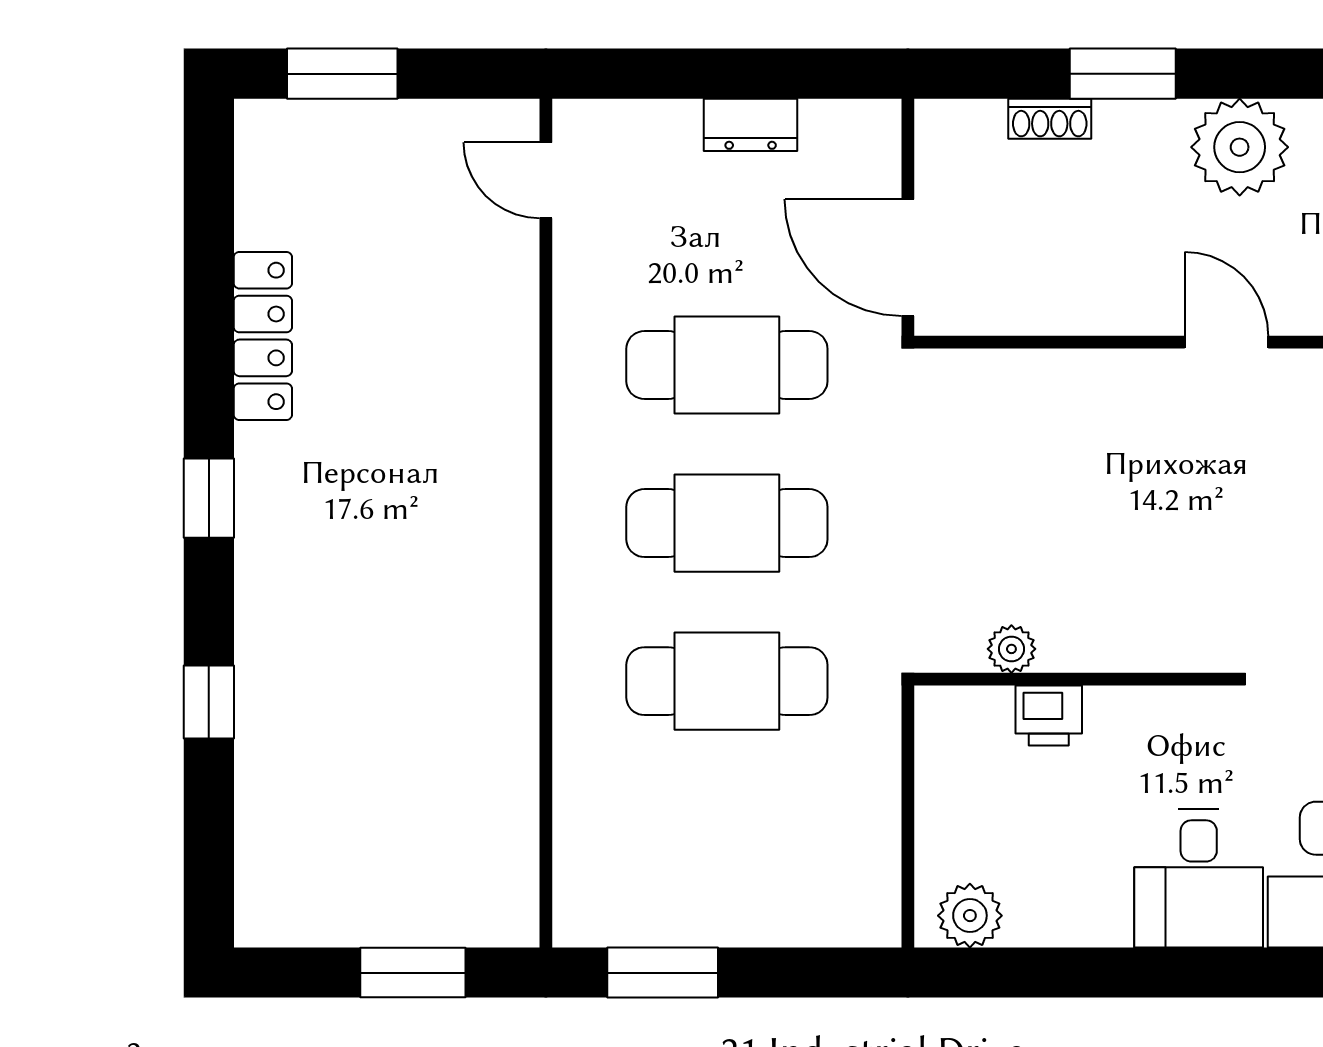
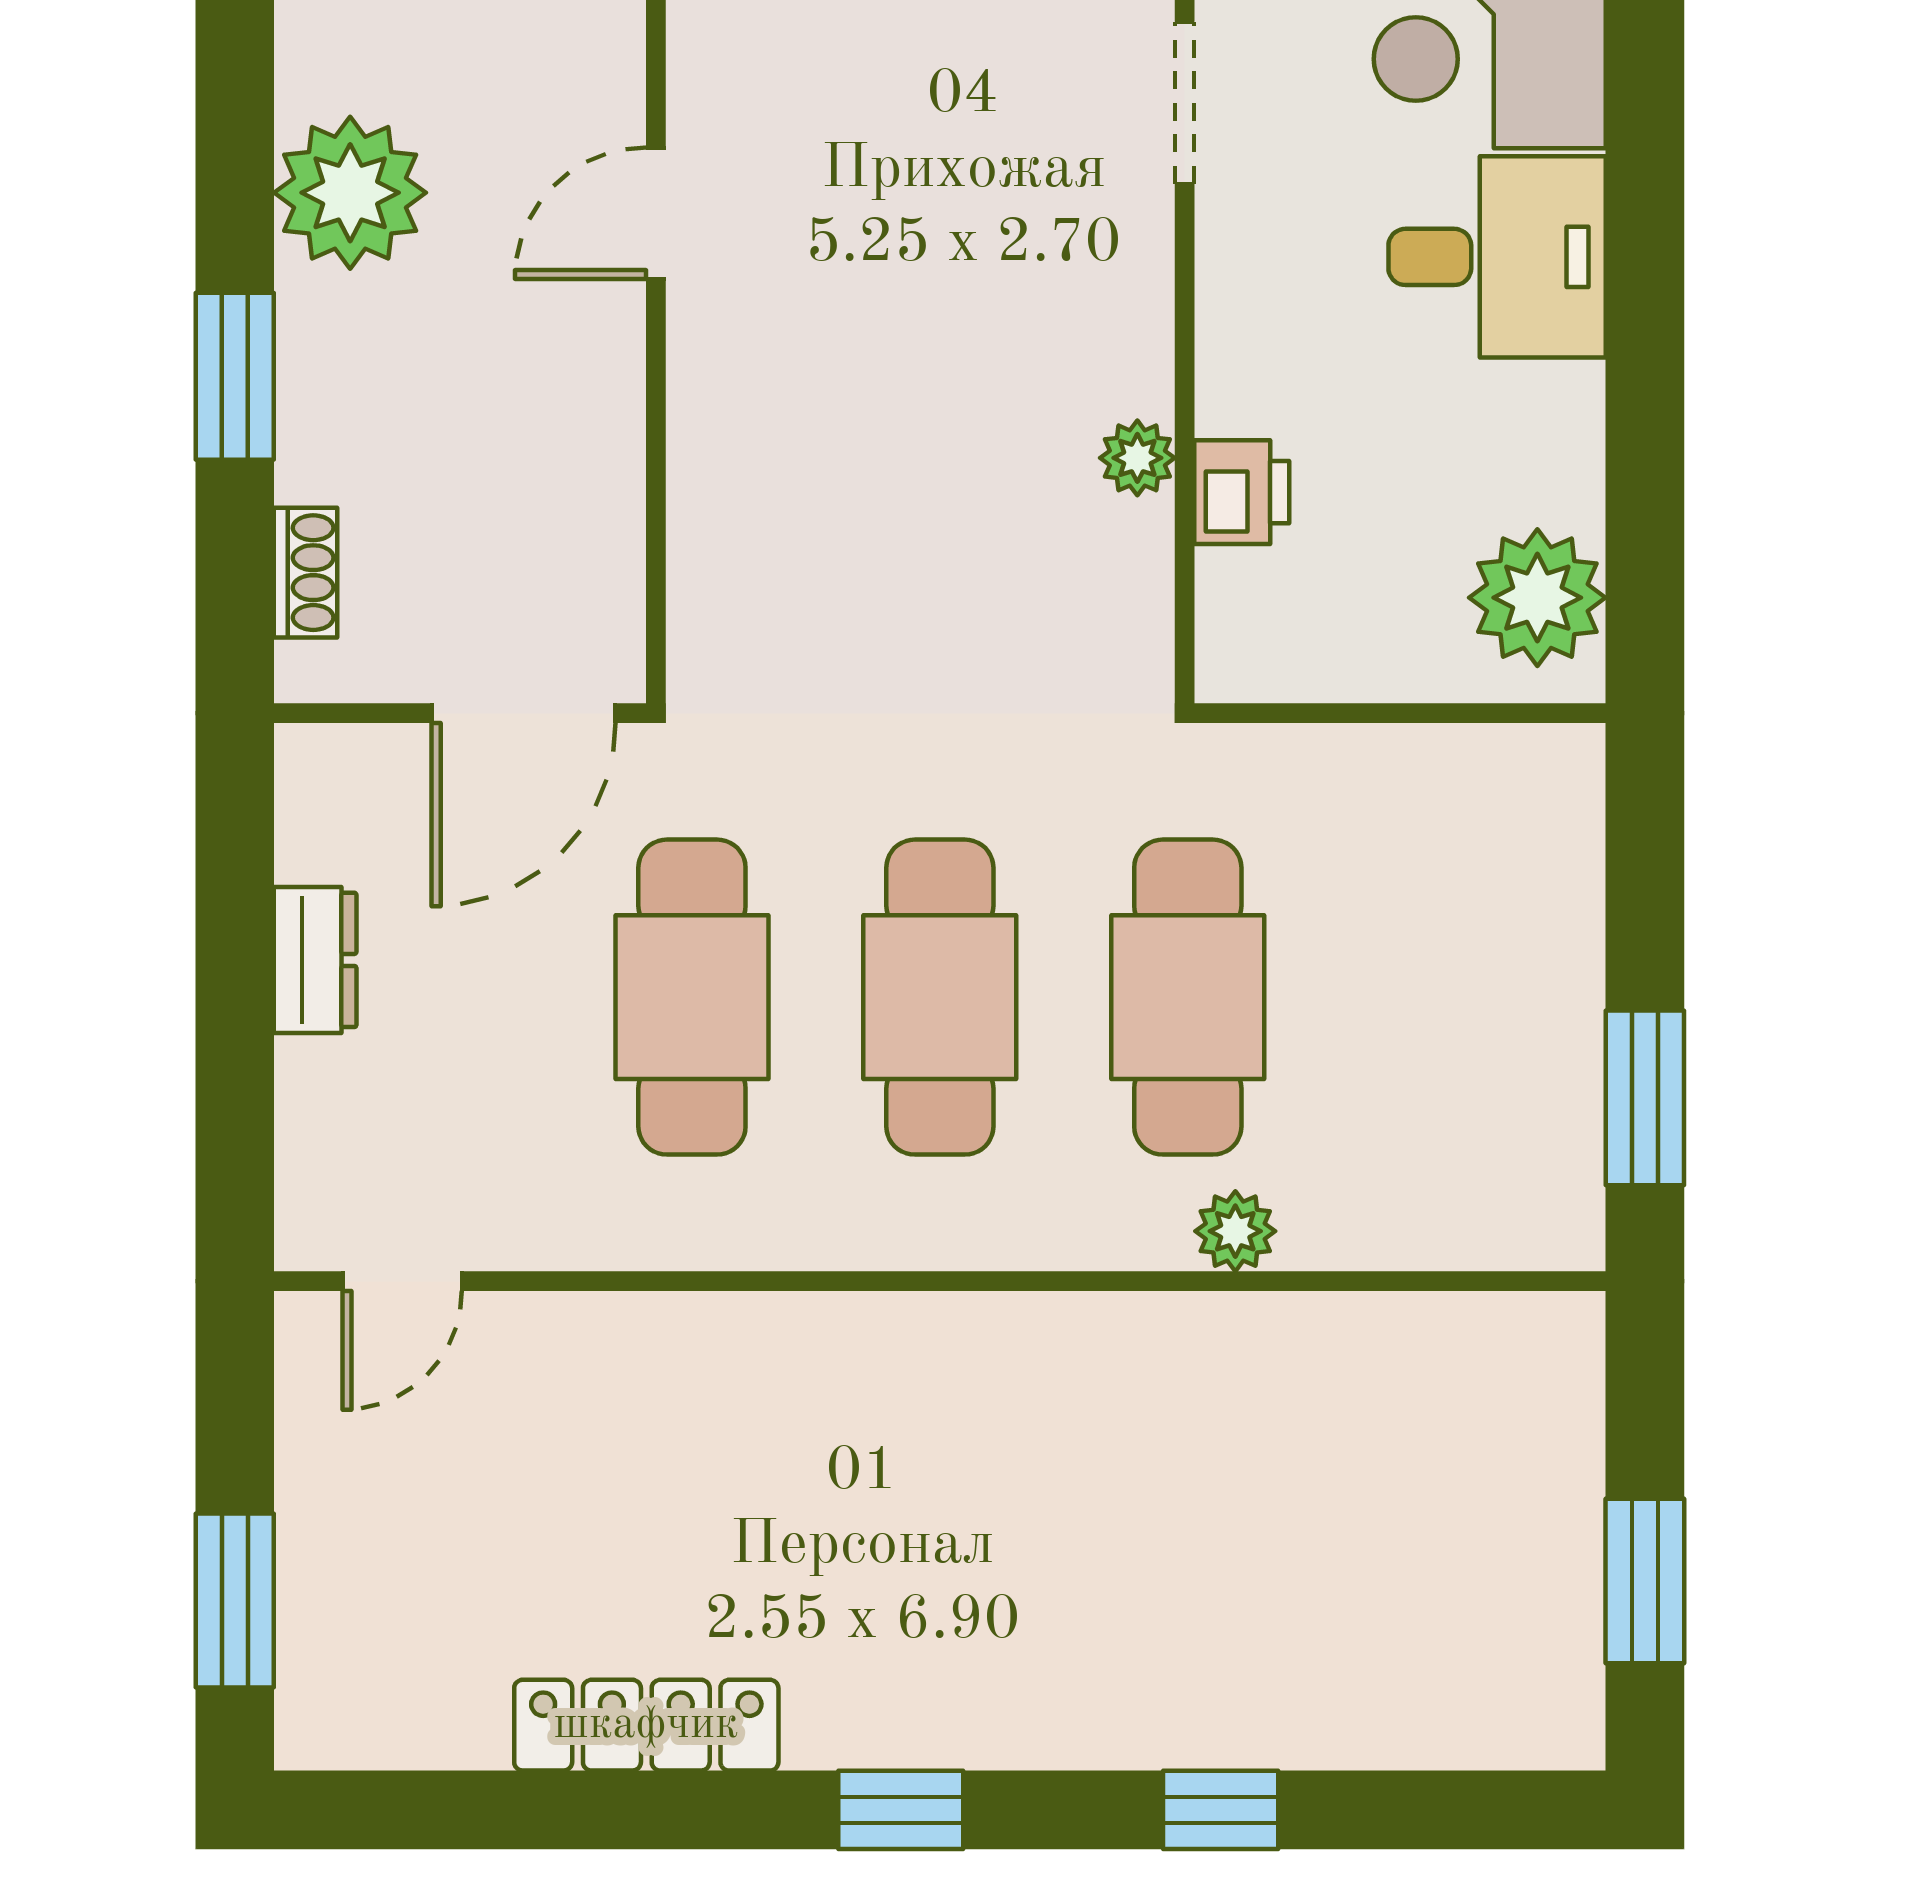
shoe rack: (1050, 119) -> (306, 573), moved
plant: (1011, 649) -> (1137, 458), moved
plant: (578, 711) -> (1235, 1231), added
plant: (970, 916) -> (1537, 598), width x1.36, depth x1.36
window: (413, 973) -> (1645, 1581), moved

